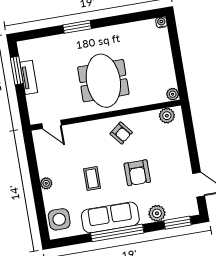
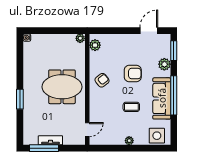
window: (17, 70) -> (44, 148), width x1.44

